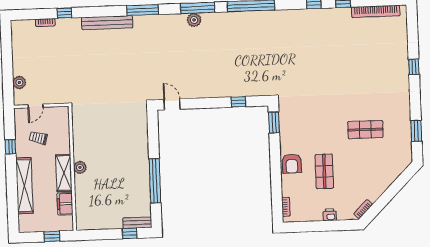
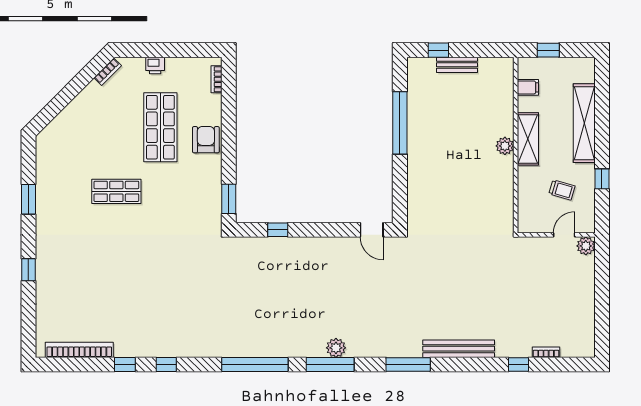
plant: (19, 83) -> (586, 246), moved
shop shelf: (365, 130) -> (116, 191), moved
window: (416, 131) -> (28, 199), moved
shop shelf: (324, 171) -> (160, 127), width x1.43, depth x1.36
filing cabinet: (65, 204) -> (528, 87), width x0.50
bench: (137, 223) -> (457, 65), moved

